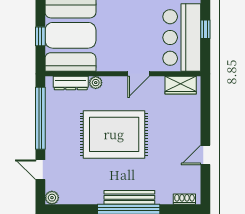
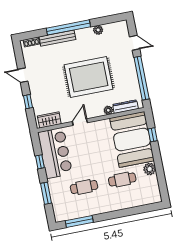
window: (205, 117) -> (28, 102), added
door: (205, 155) -> (23, 75), swing flipped
bench: (129, 197) -> (57, 38), moved
plant: (52, 198) -> (98, 30), moved

